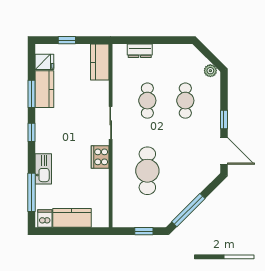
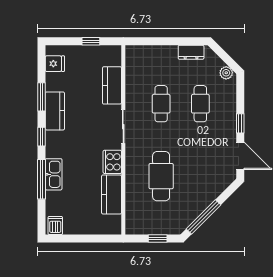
window: (67, 40) -> (91, 41), moved
dresser: (140, 51) -> (191, 52), moved
kitchen counter: (100, 62) -> (112, 85), moved
kitchen counter: (44, 89) -> (55, 111), moved
window: (31, 192) -> (41, 179), moved
kitchen counter: (72, 218) -> (112, 194), moved, turned -90

